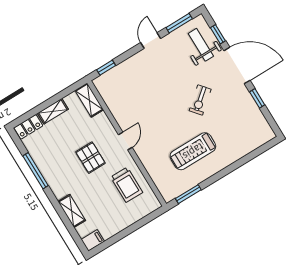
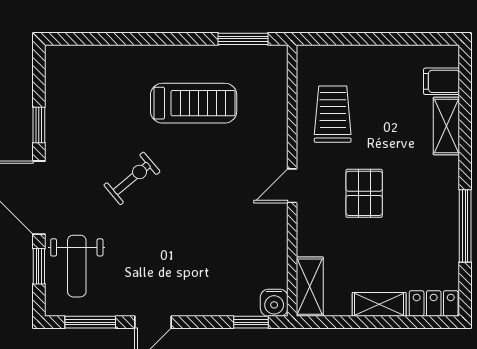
water cooler: (101, 83) -> (274, 303), added
filing cabinet: (93, 240) -> (442, 81), moved

